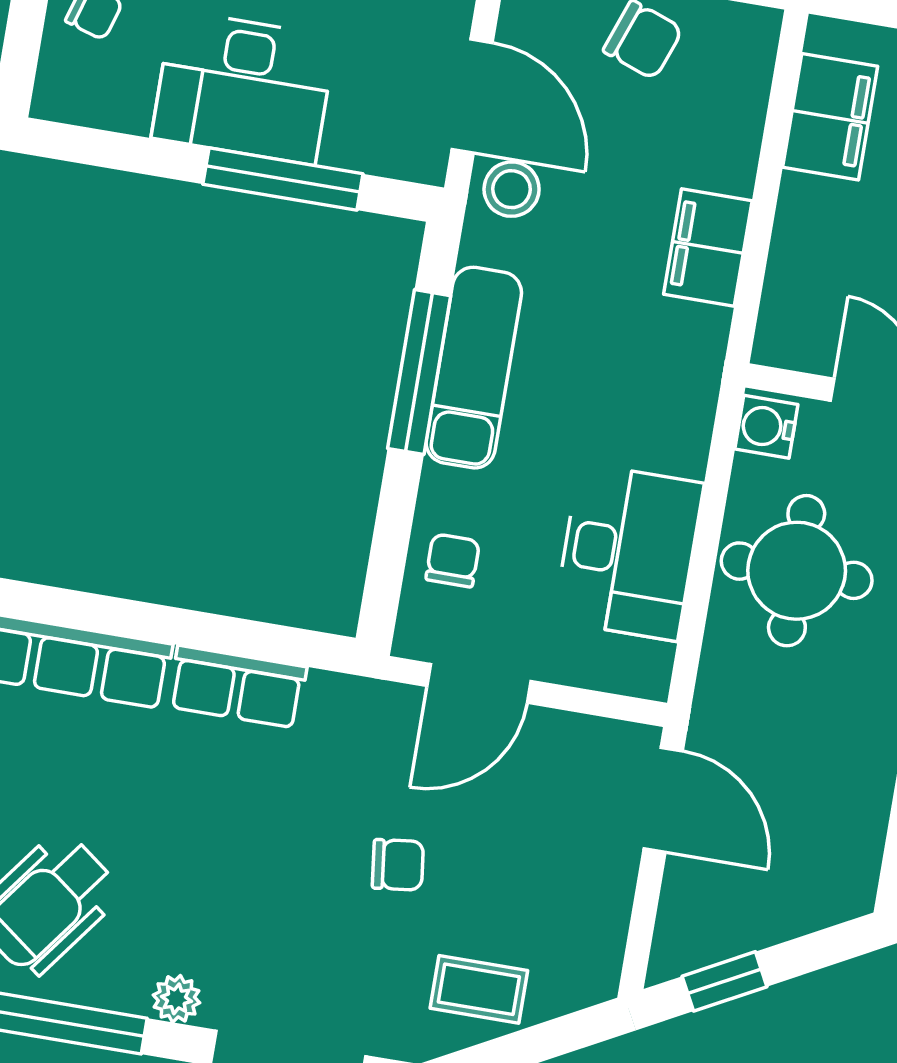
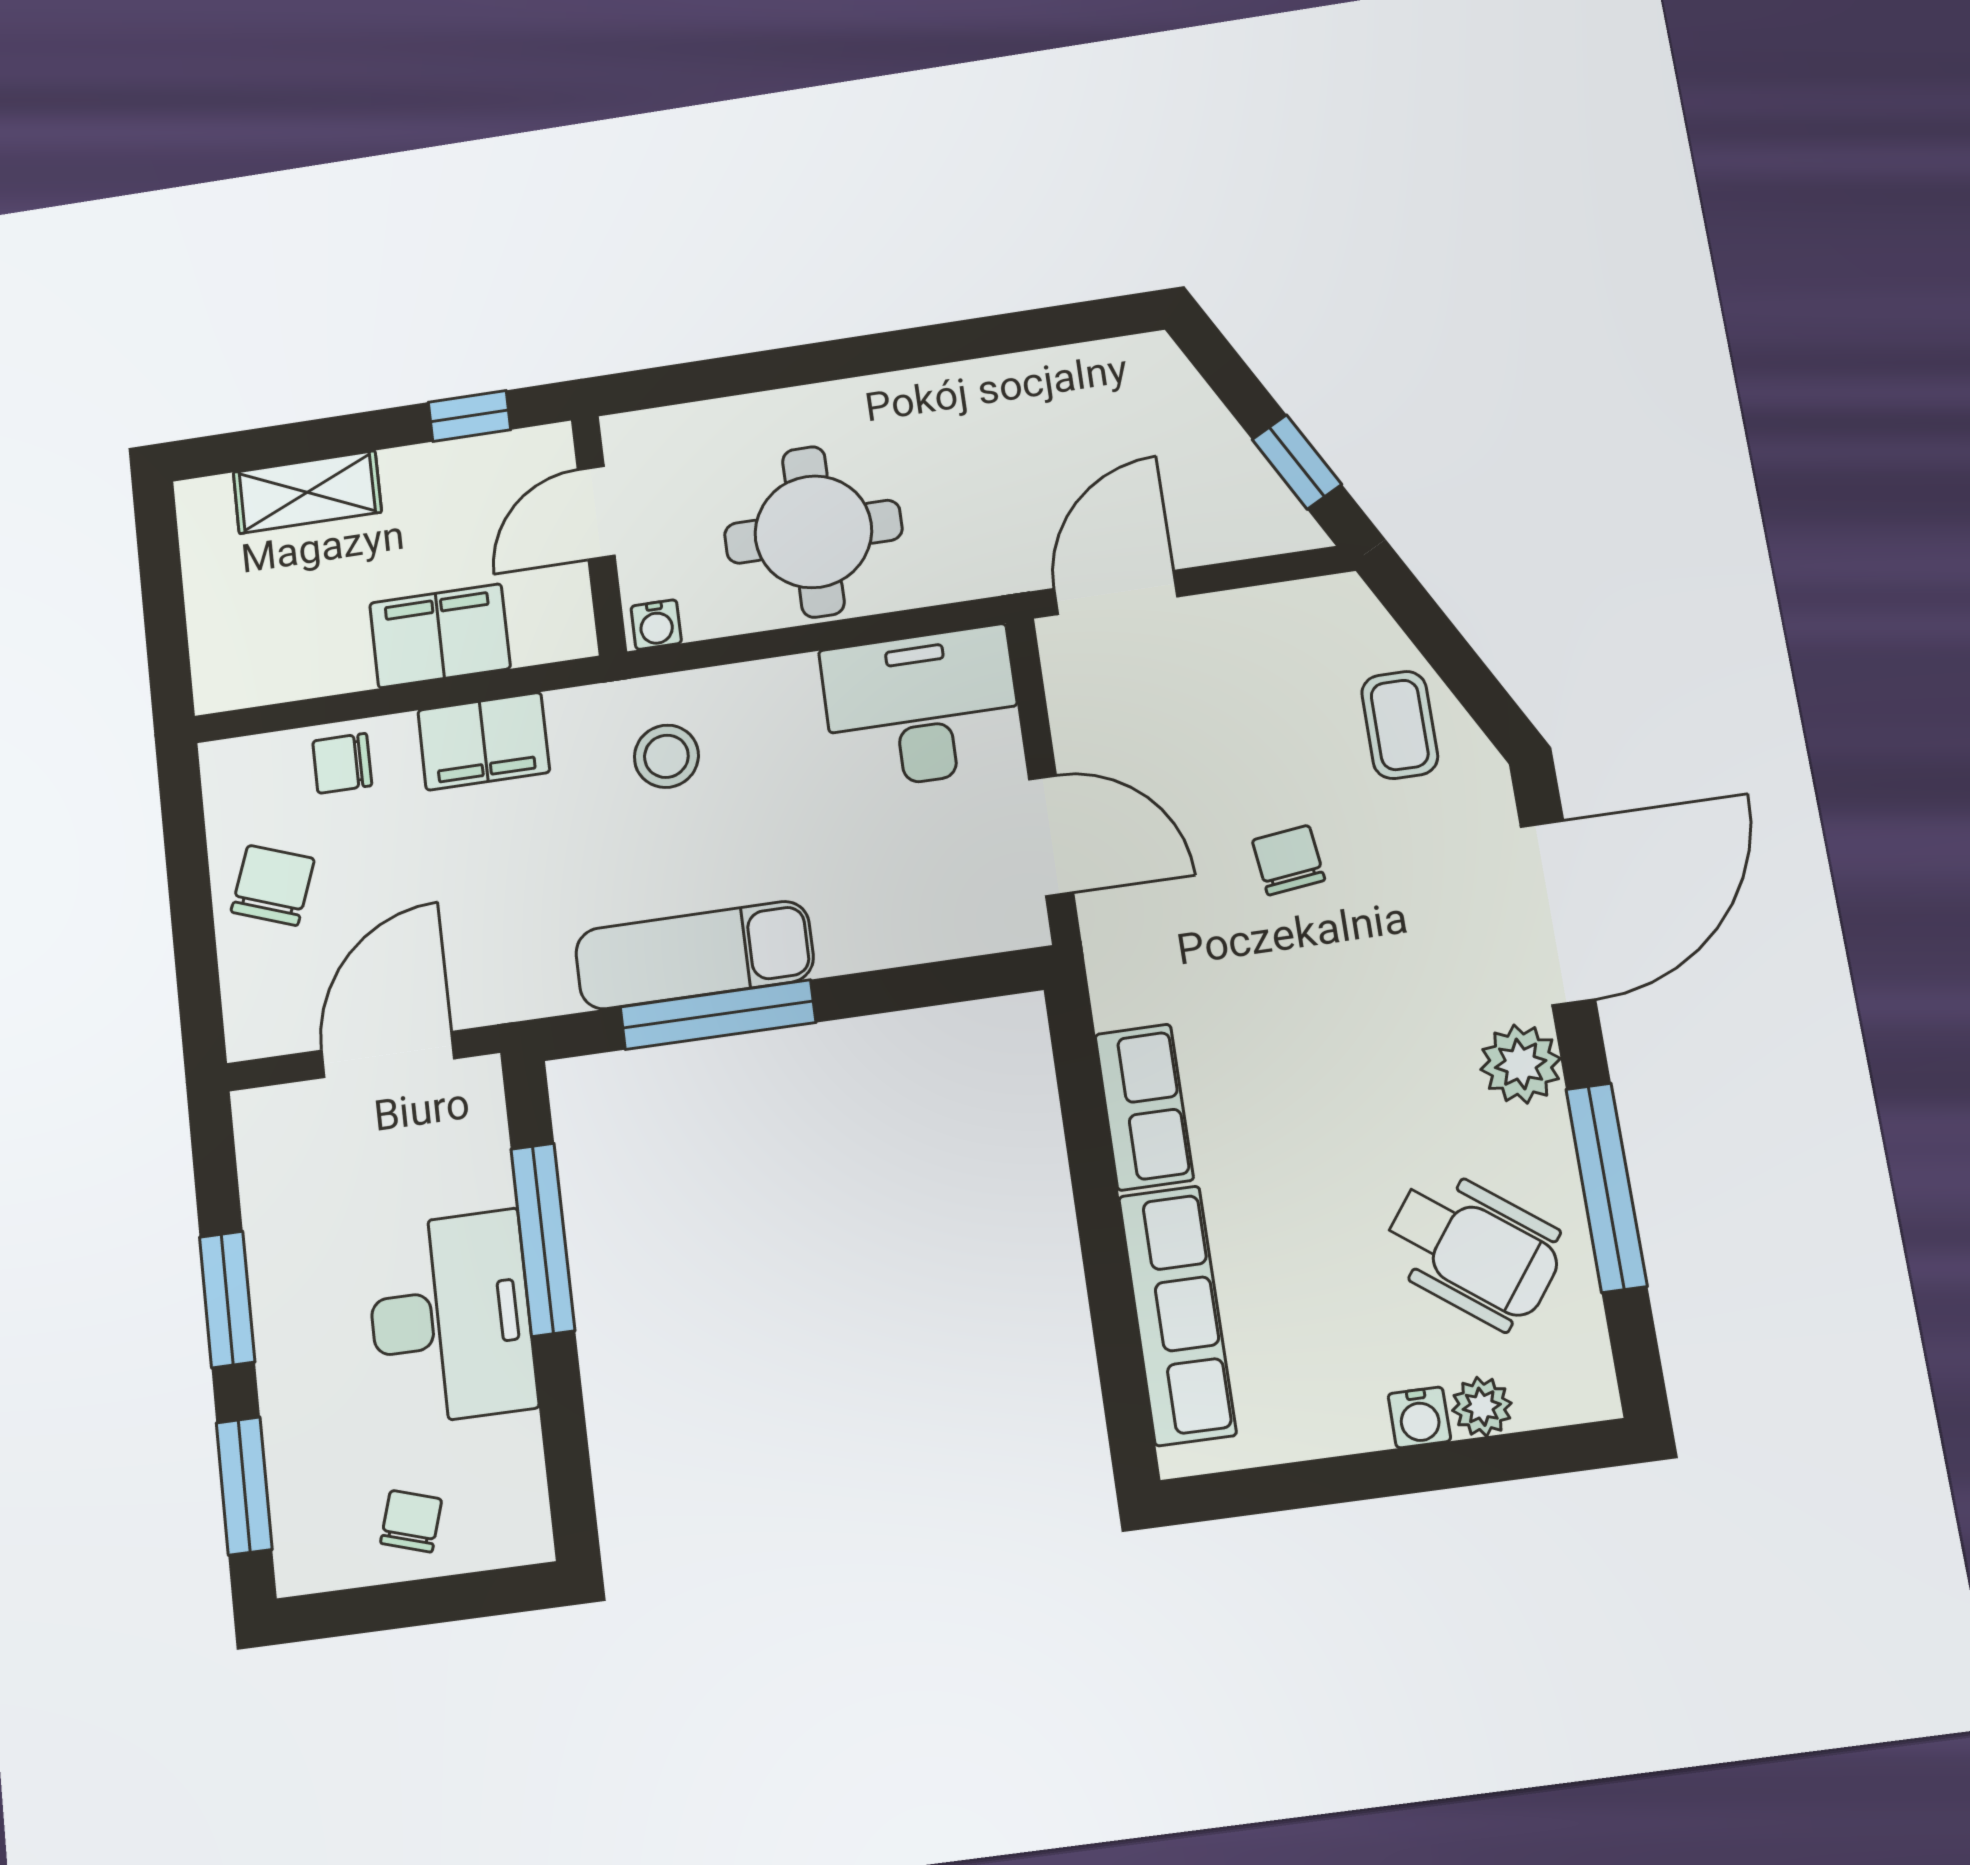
filing cabinet: (830, 117) -> (440, 636), moved
stool: (512, 189) -> (666, 756), moved
water cooler: (766, 427) -> (656, 625), width x0.72, depth x0.72
desk: (628, 552) -> (922, 708), moved
chair: (453, 560) -> (342, 763), moved
plant: (176, 999) -> (1521, 1064), width x1.38, depth x1.38

